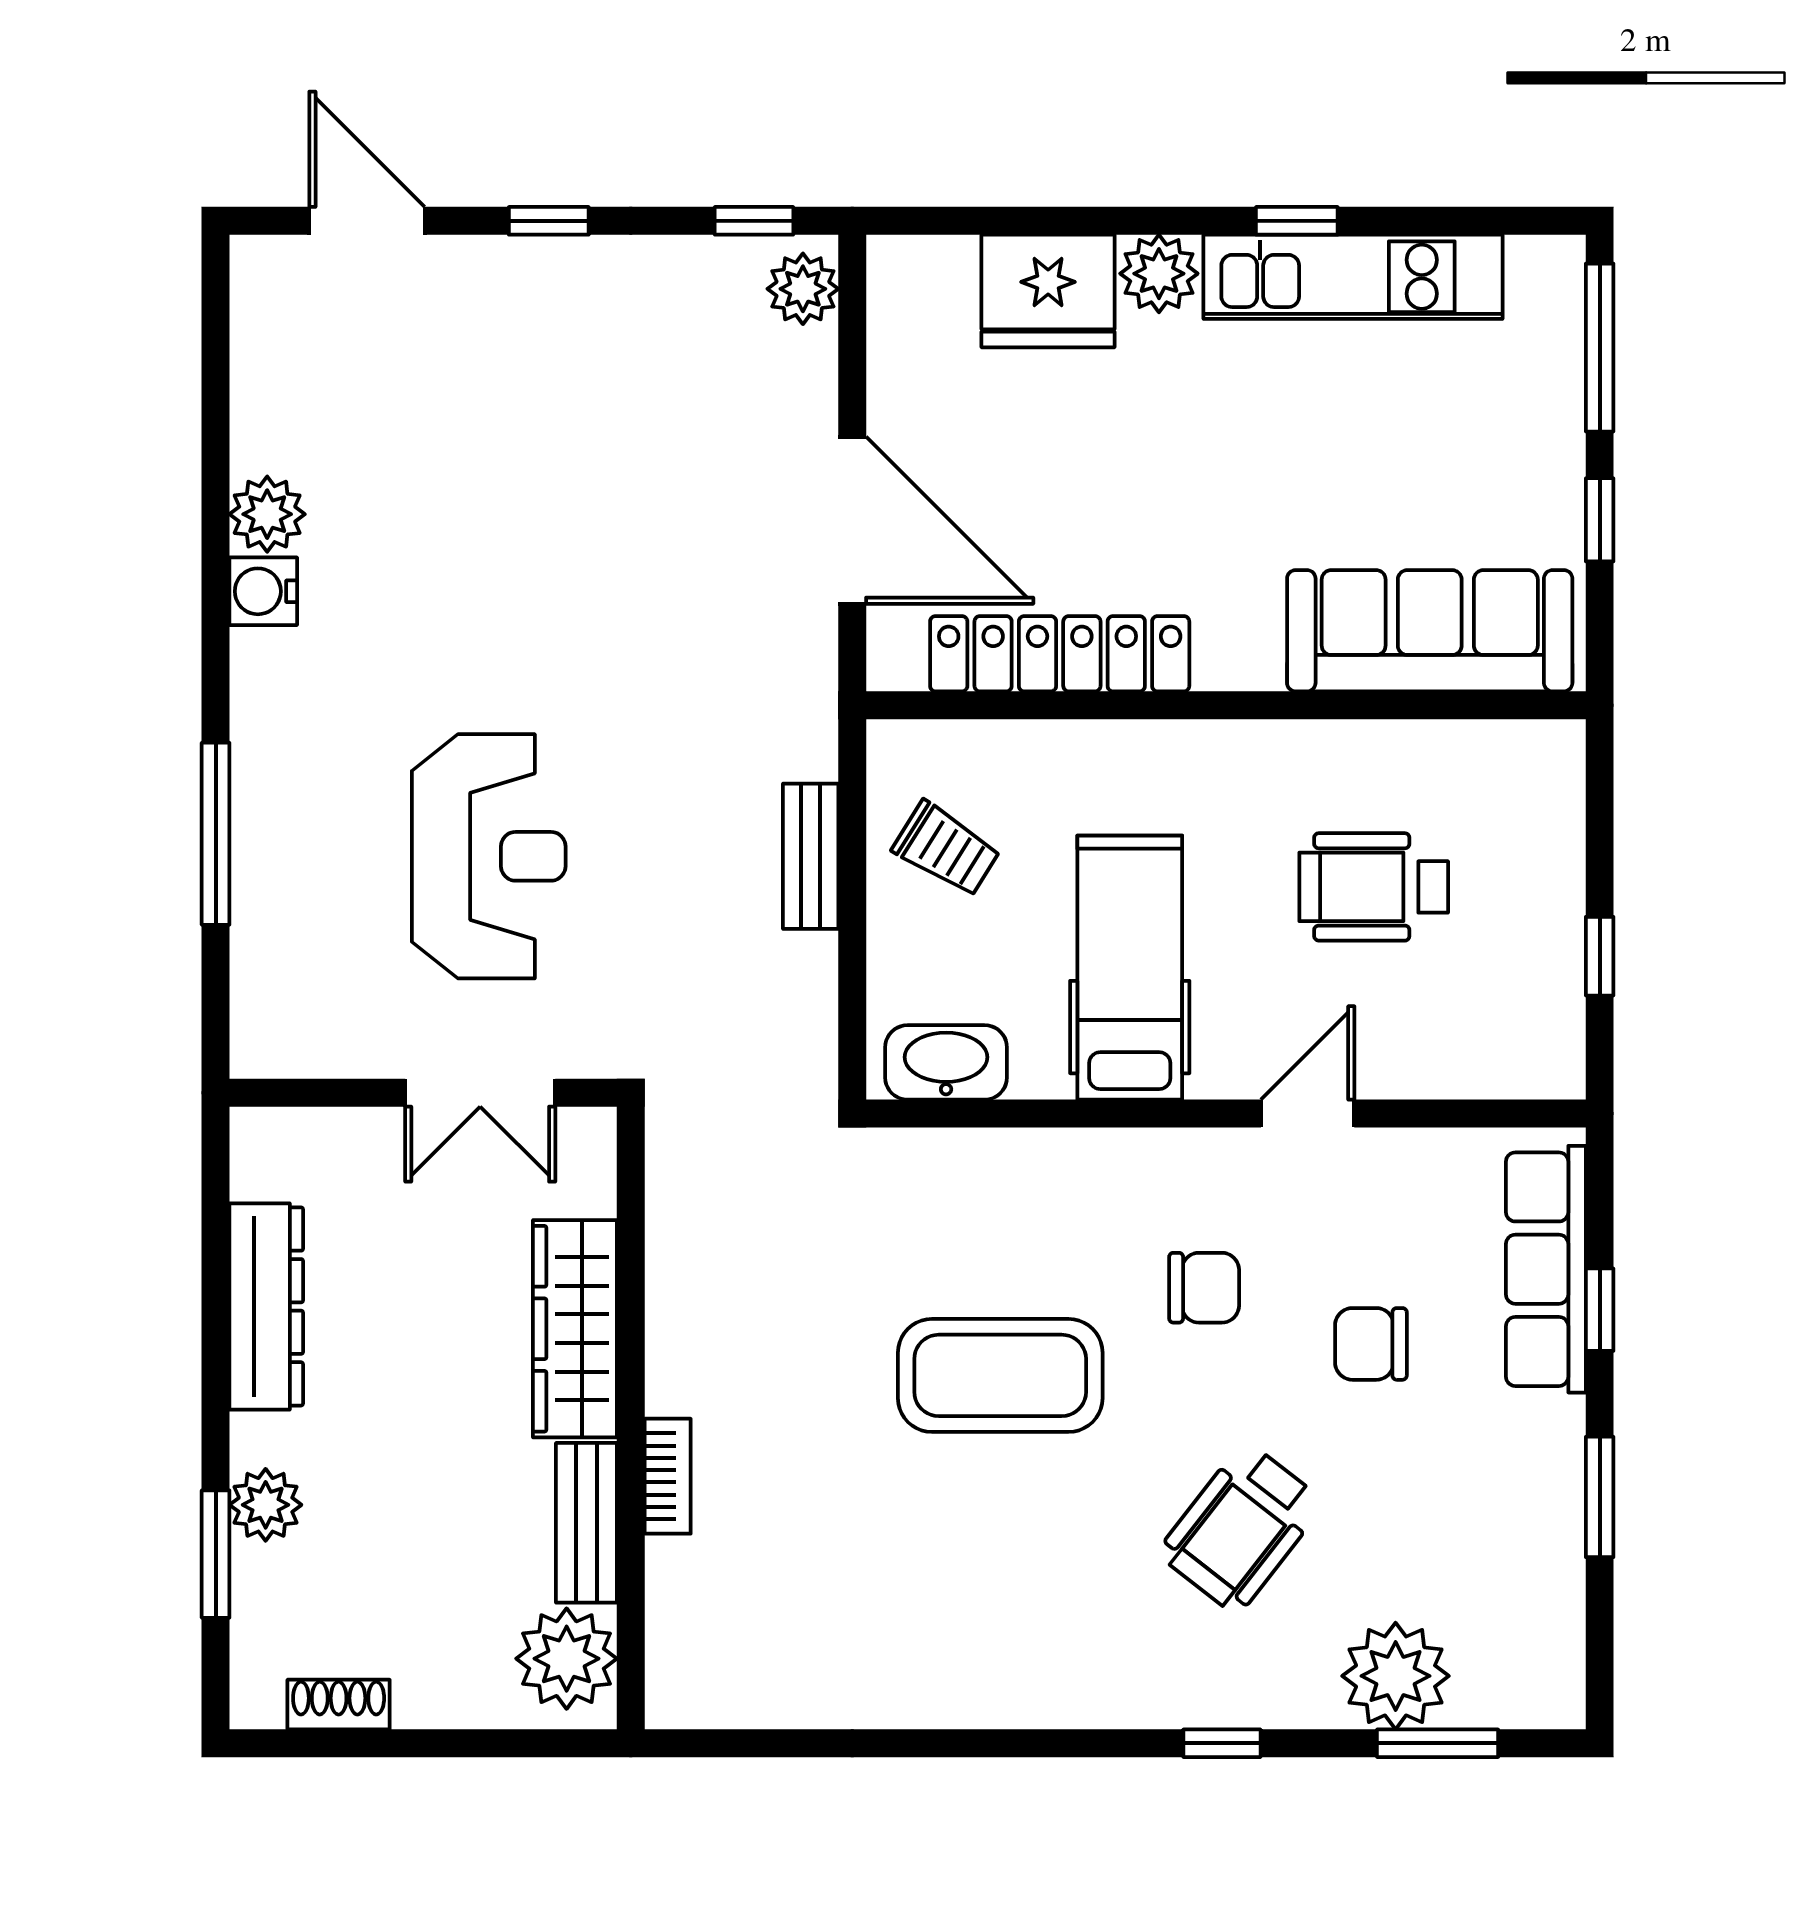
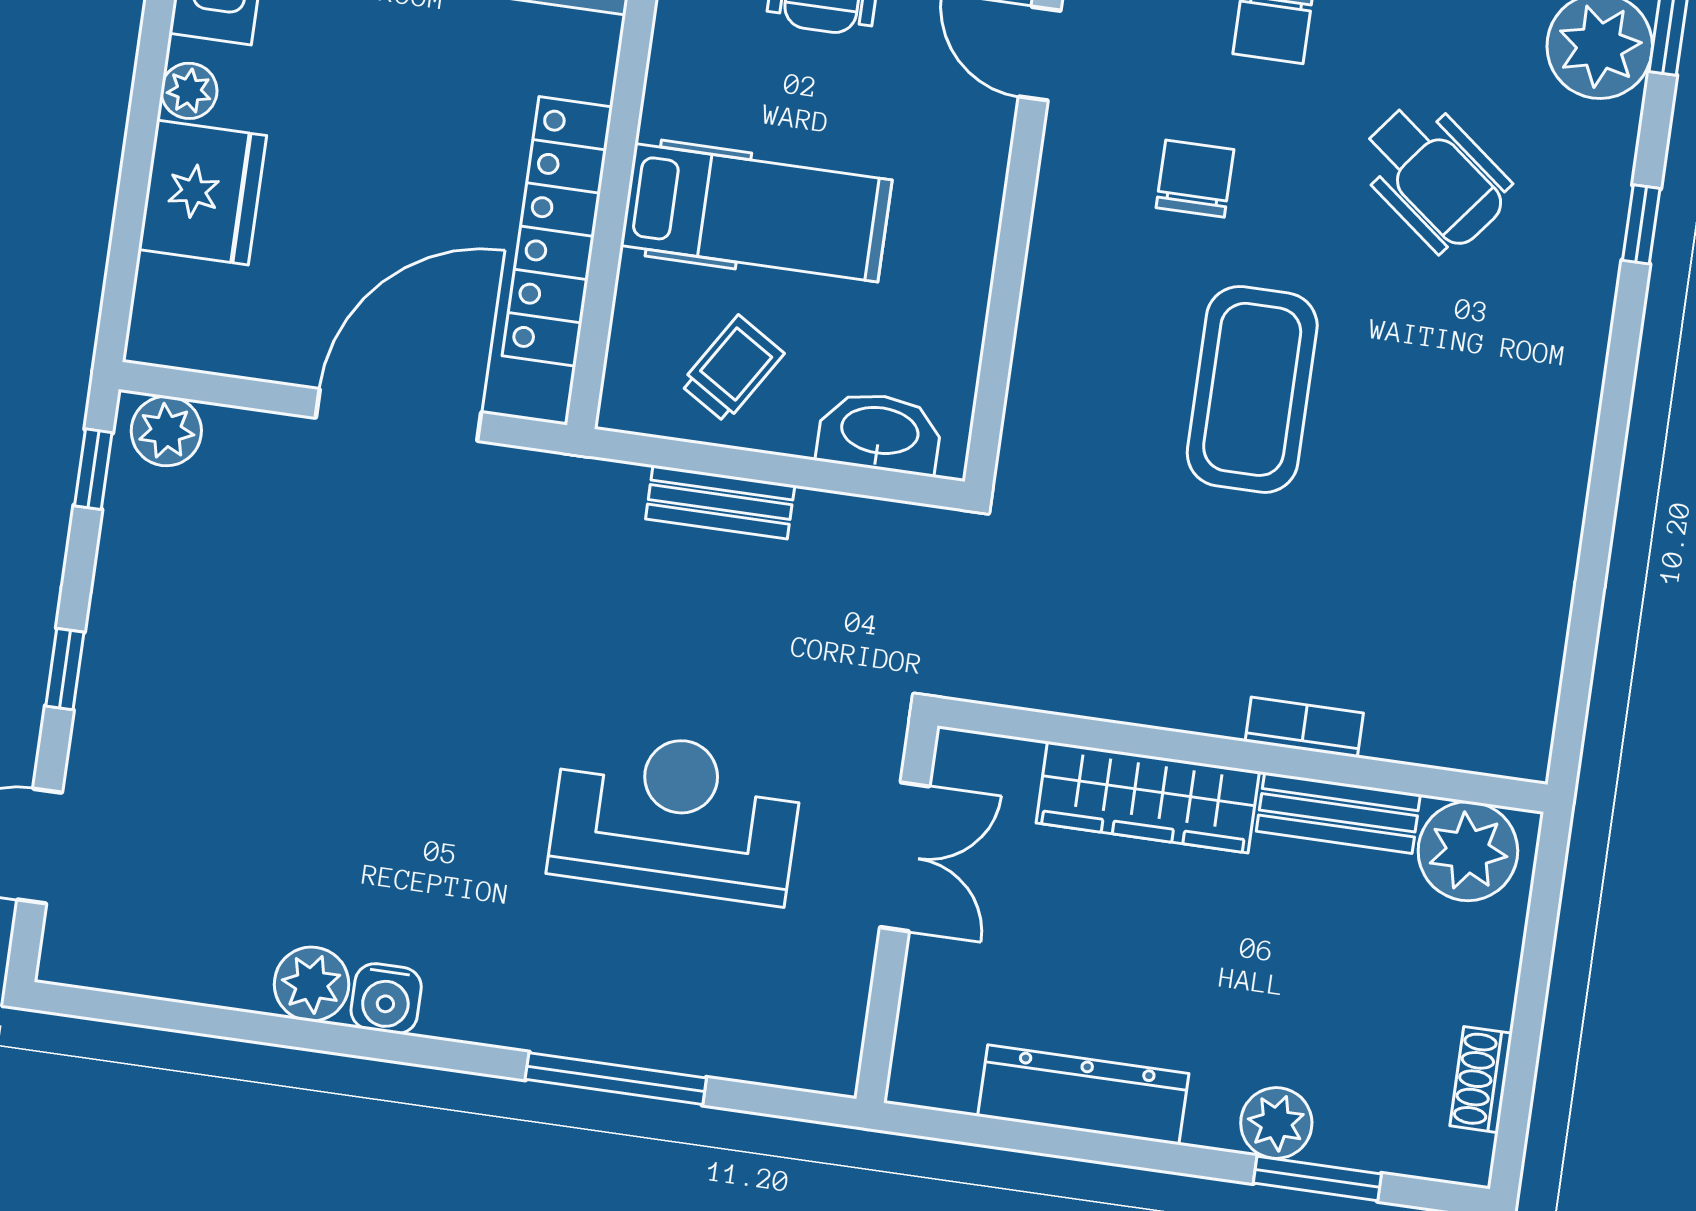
plant: (1159, 274) -> (189, 91), width x0.73, depth x0.73
hospital bed: (1130, 968) -> (756, 213), moved, turned 180
washbasin: (946, 1062) -> (880, 433), moved, turned 90

